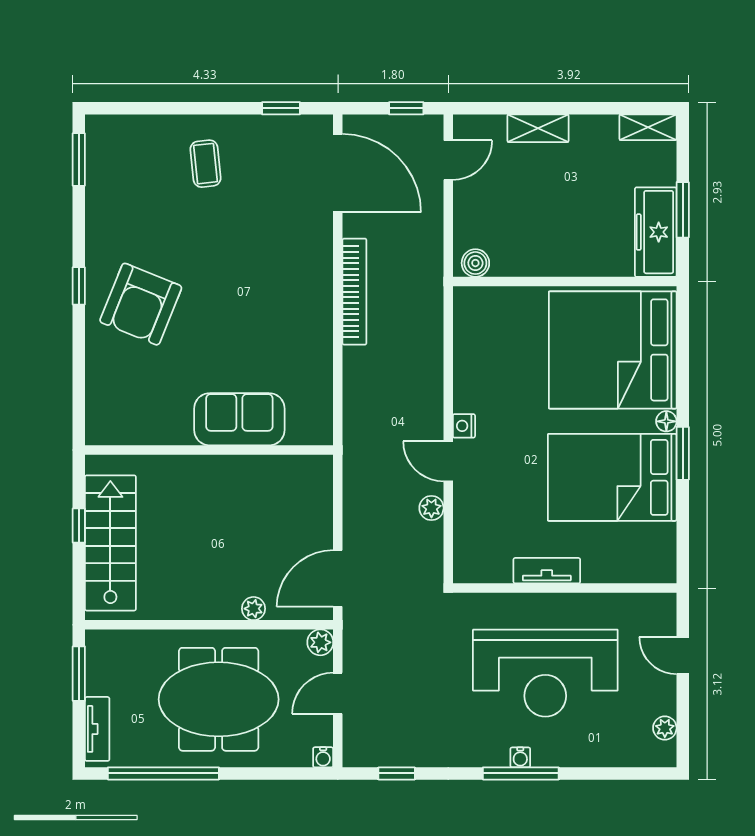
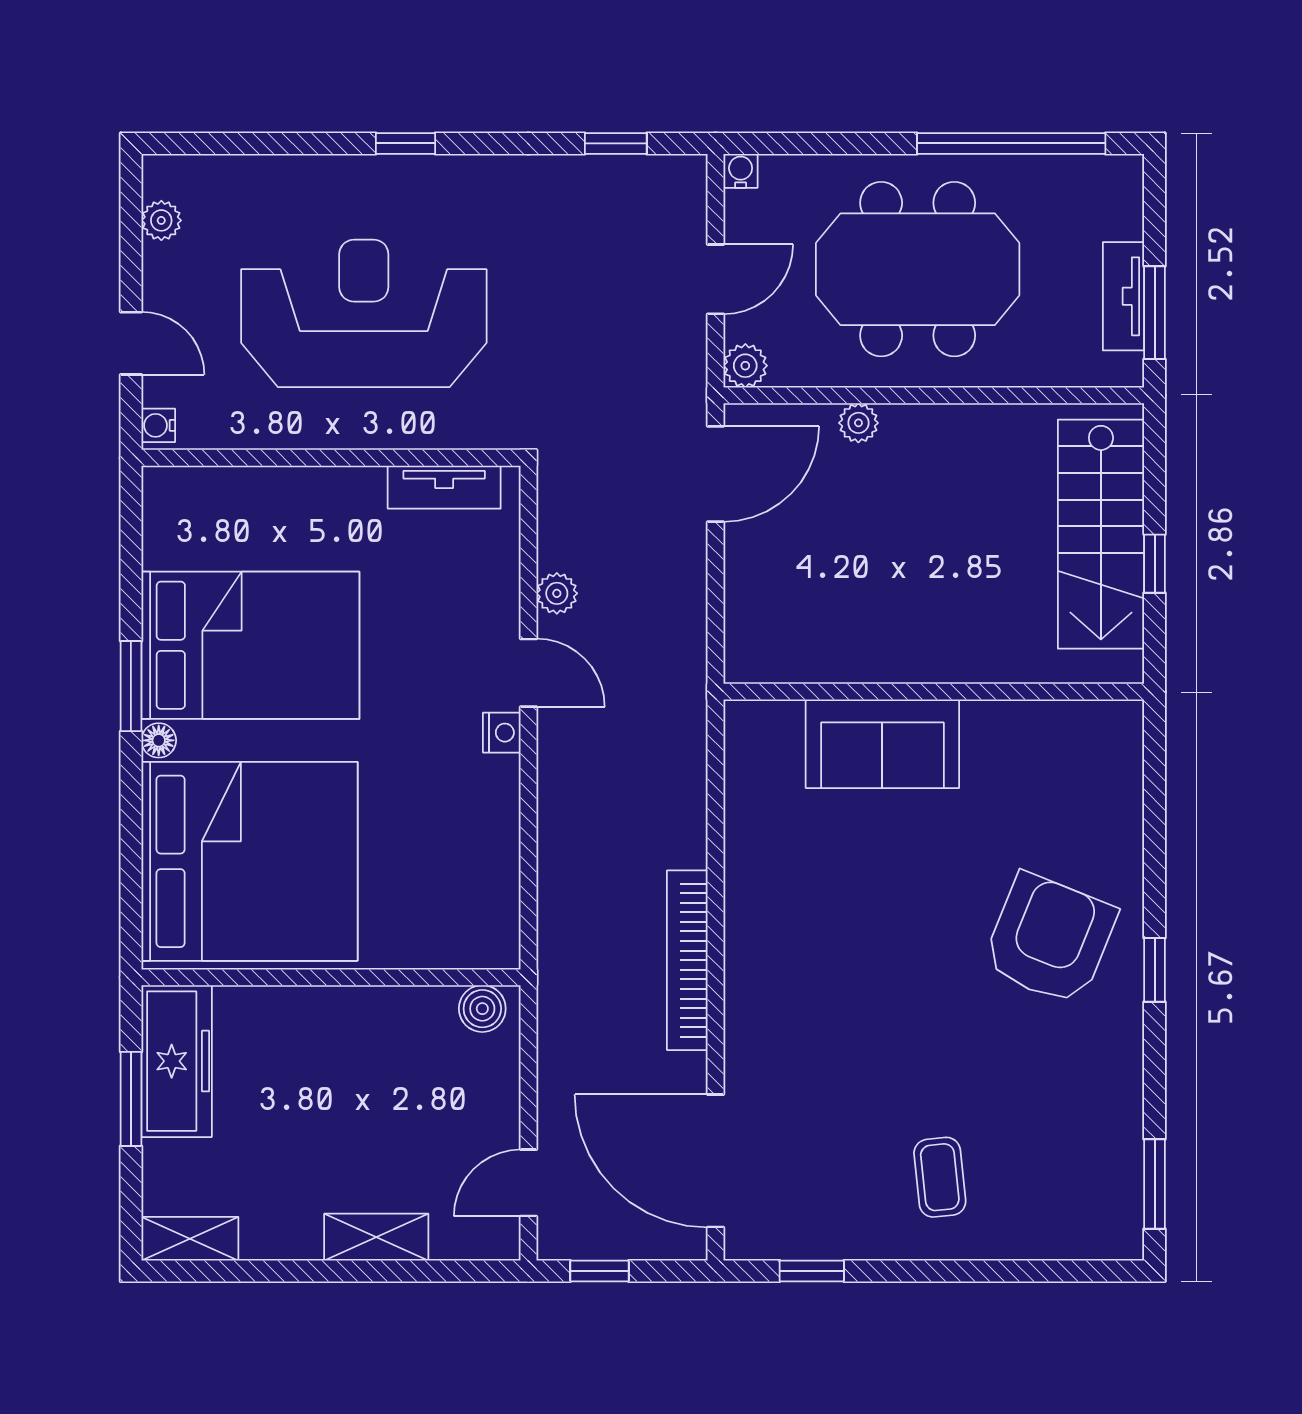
tv unit: (547, 571) -> (444, 487), moved
tv unit: (97, 729) -> (1124, 296), moved
water cooler: (520, 757) -> (158, 425), moved, turned -90
window: (521, 773) -> (405, 143), width x0.46

